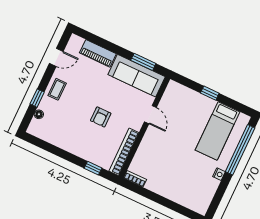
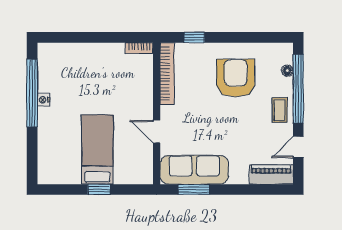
piano: (98, 53) -> (271, 174), moved
window: (37, 98) -> (298, 89), width x3.17
armchair: (101, 117) -> (236, 78), moved, width x1.88, depth x1.88
bed: (218, 131) -> (97, 150), moved
window: (240, 150) -> (32, 93), moved

